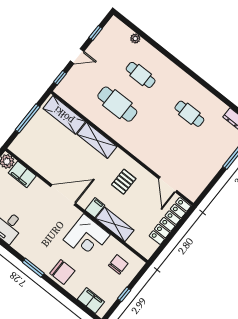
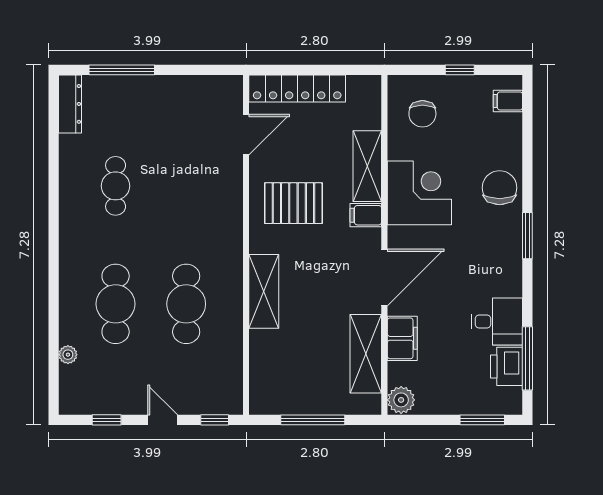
cafe table: (141, 75) -> (116, 304), width x1.37, depth x1.35
shelving: (64, 115) -> (366, 354), moved
filing cabinet: (22, 174) -> (402, 338), moved
pallet: (124, 182) -> (293, 203), width x1.50, depth x1.42
door: (63, 195) -> (384, 277), swing flipped
chair: (118, 264) -> (422, 114), turned -90
filing cabinet: (91, 300) -> (508, 101), width x0.50

